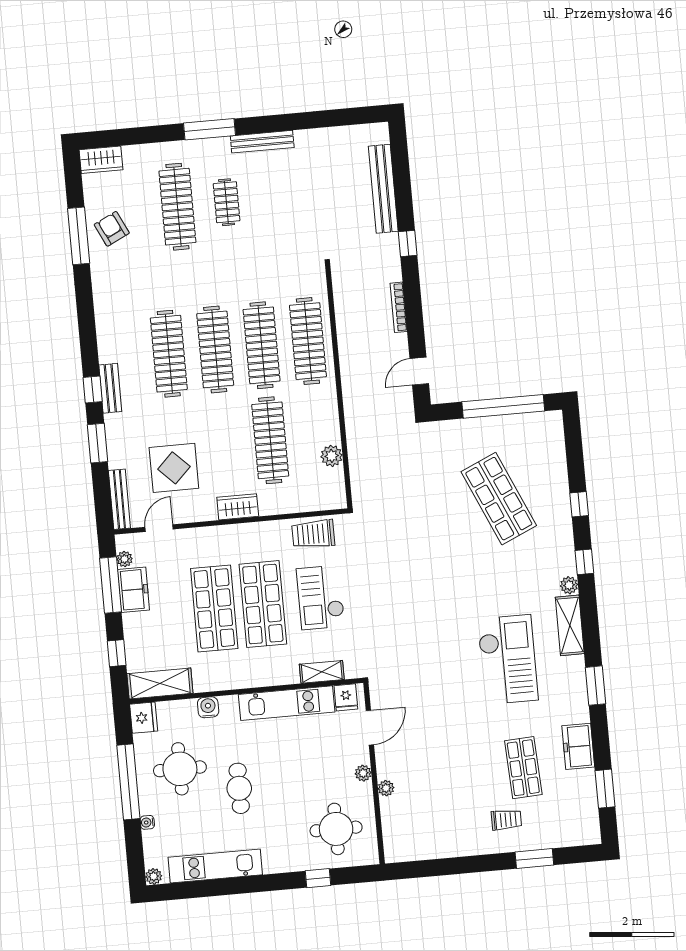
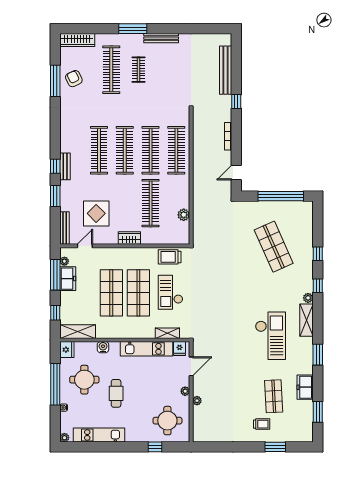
wardrobe: (101, 160) -> (77, 40), width x1.50

